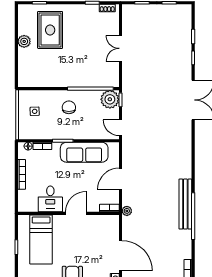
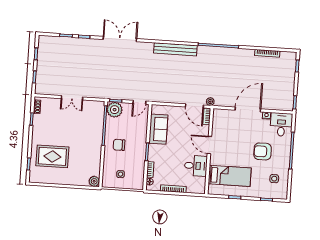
plant: (24, 41) -> (94, 181), moved
sofa: (84, 152) -> (158, 129), width x0.73
door: (120, 179) -> (194, 106), moved
bench: (185, 204) -> (175, 49), moved

